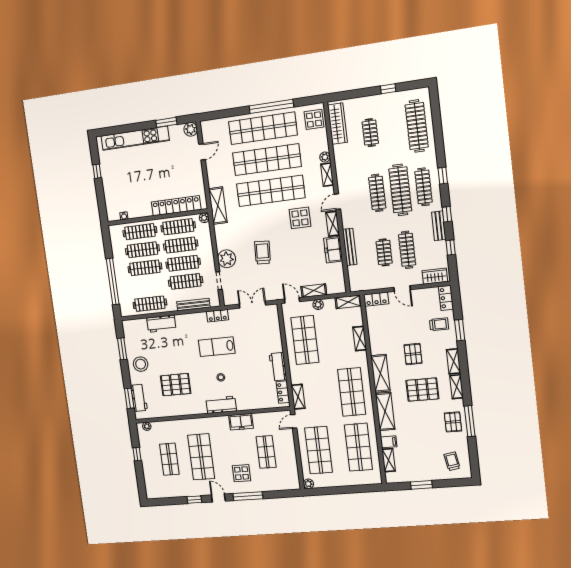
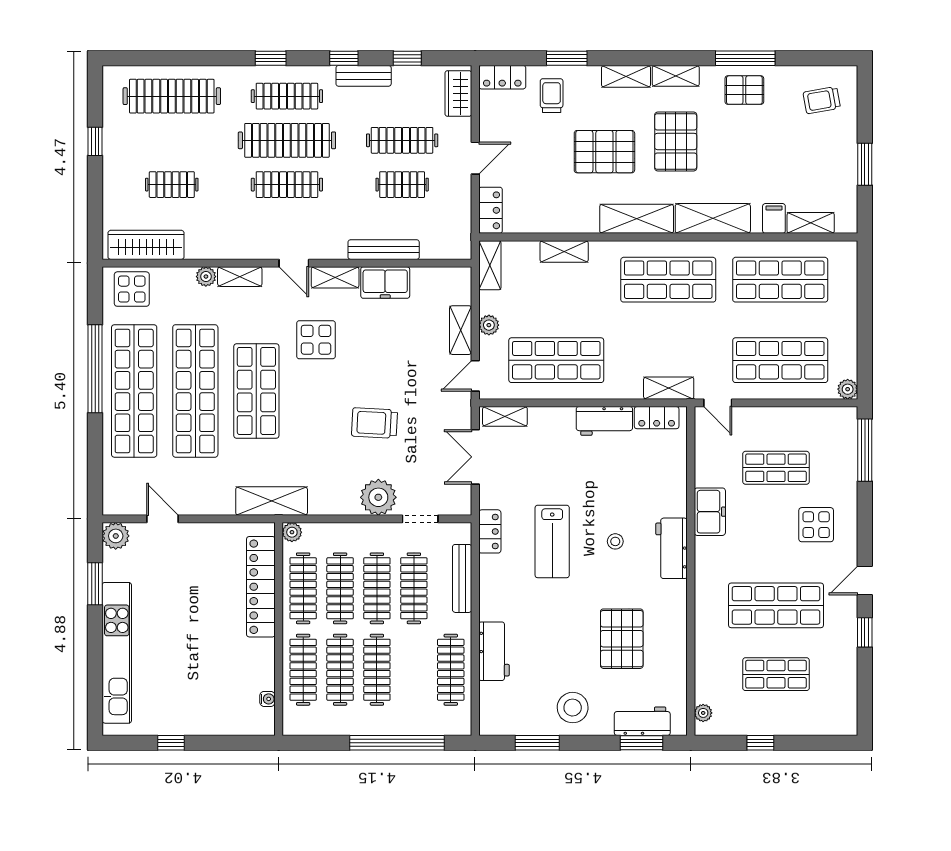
shop shelf: (271, 191) -> (256, 391), width x0.71
shelving: (274, 317) -> (505, 416), added
pallet: (413, 354) -> (604, 152), width x1.50, depth x1.42
window: (248, 496) -> (865, 450), moved

